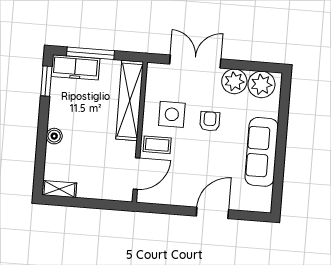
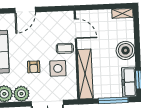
freezer: (75, 67) -> (129, 82), moved, turned -90
boiler: (54, 136) -> (125, 50), width x1.86, depth x1.86
door: (136, 174) -> (75, 29), swing flipped

